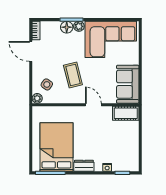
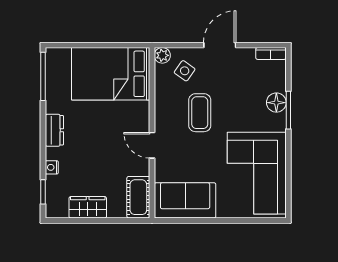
plant: (79, 26) -> (278, 122), removed
door: (31, 51) -> (220, 45), moved
coffee table: (73, 75) -> (200, 113), turned -76
door: (93, 105) -> (152, 145), swing flipped
wardrobe: (132, 145) -> (88, 207), added
bed: (56, 147) -> (111, 74), moved, turned 180

